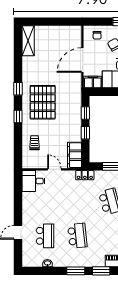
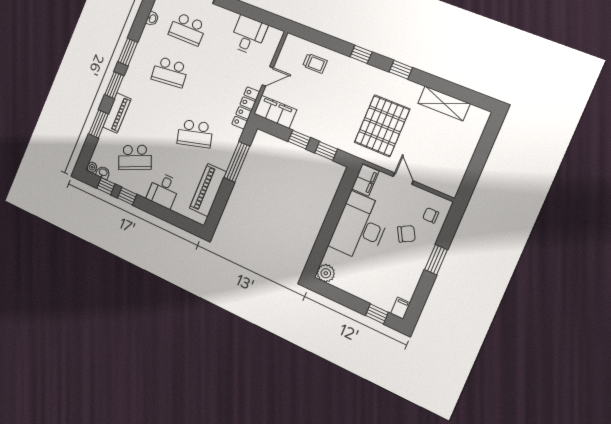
shelving: (28, 41) -> (444, 103), moved
door: (82, 60) -> (403, 179), width x0.53
pallet: (43, 102) -> (382, 126), moved, turned 90
locker: (85, 175) -> (246, 108), width x1.53
desk: (33, 181) -> (248, 35), moved

